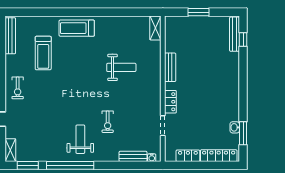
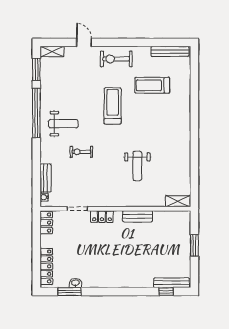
treadmill: (77, 28) -> (113, 106), moved
exercise bike: (18, 88) -> (116, 59), width x1.38, depth x1.39
locker: (188, 156) -> (46, 223), moved

